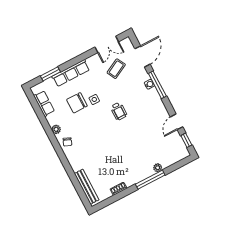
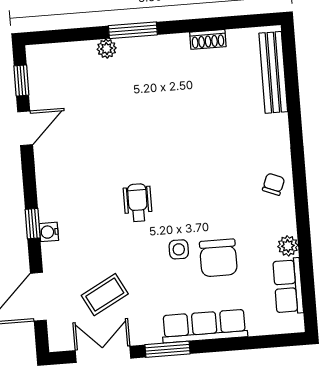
window: (50, 74) -> (167, 349), moved
window: (157, 85) -> (33, 224), width x0.46
chair: (77, 103) -> (218, 258), turned 90
plant: (56, 129) -> (288, 246), moved
window: (150, 180) -> (133, 30), width x0.69

